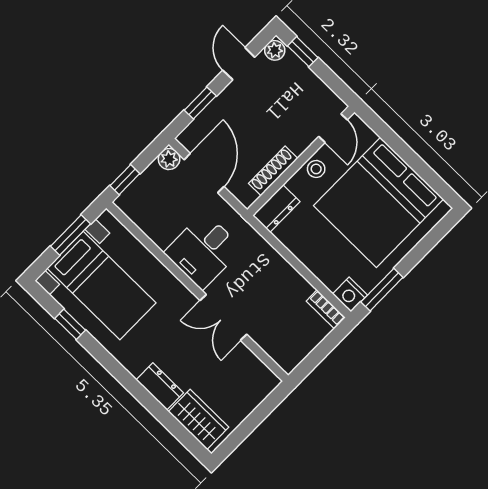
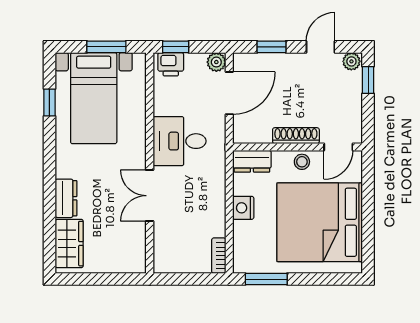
shoe rack: (273, 171) -> (296, 136), moved
printer: (135, 197) -> (171, 64), added
nightstand: (350, 295) -> (243, 208), moved

